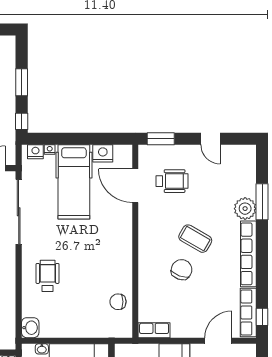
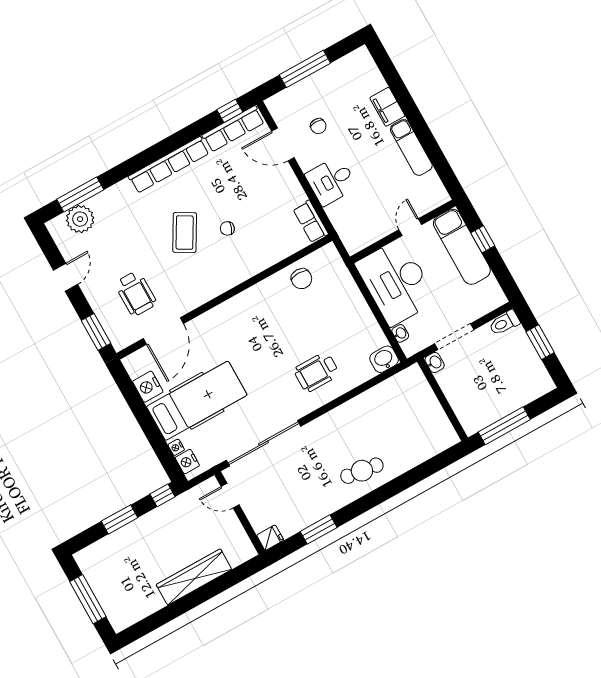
wheelchair: (172, 181) -> (136, 293), turned 180
window: (262, 202) -> (80, 194), moved
plant: (245, 209) -> (80, 219), moved
chair: (182, 270) -> (227, 228), width x0.54, depth x0.54

